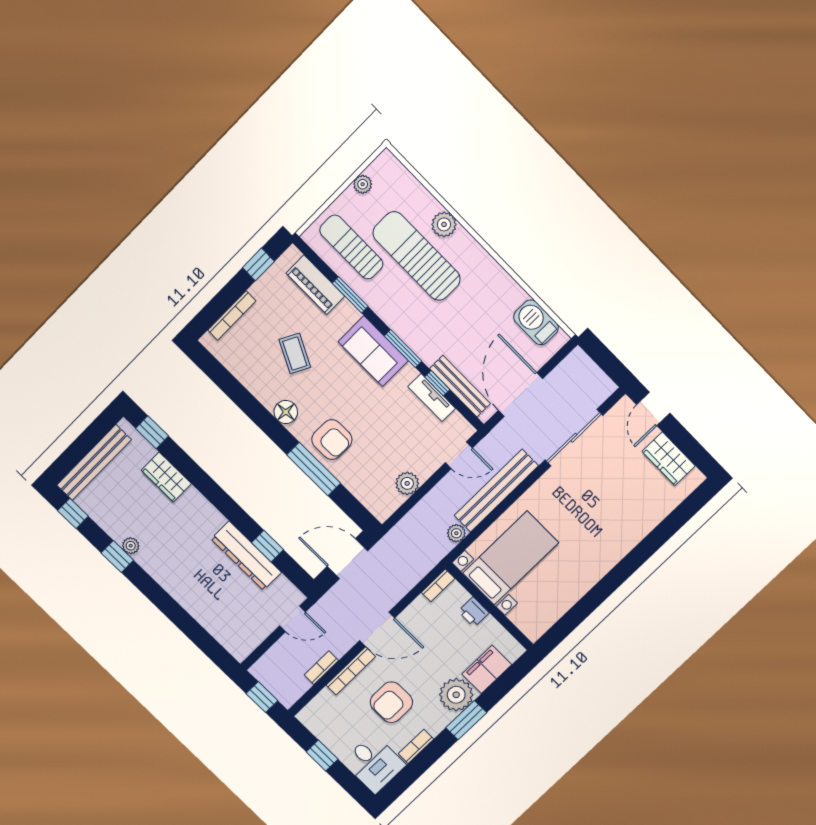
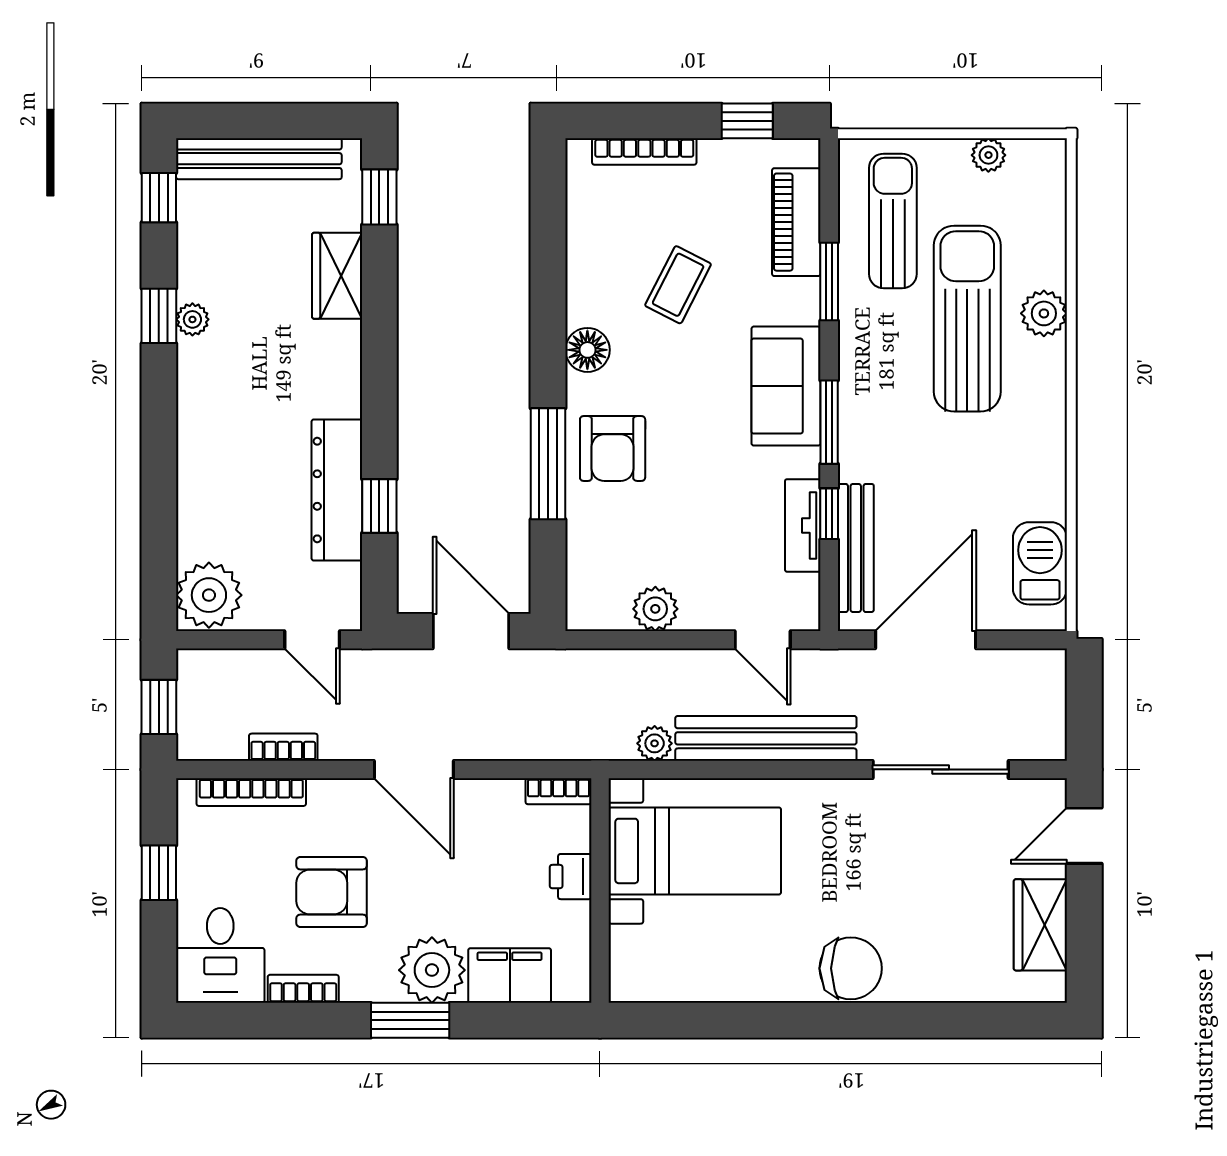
chair: (612, 544) -> (851, 968), added
plant: (239, 640) -> (209, 595), added
bookcase: (351, 671) -> (251, 792), moved

